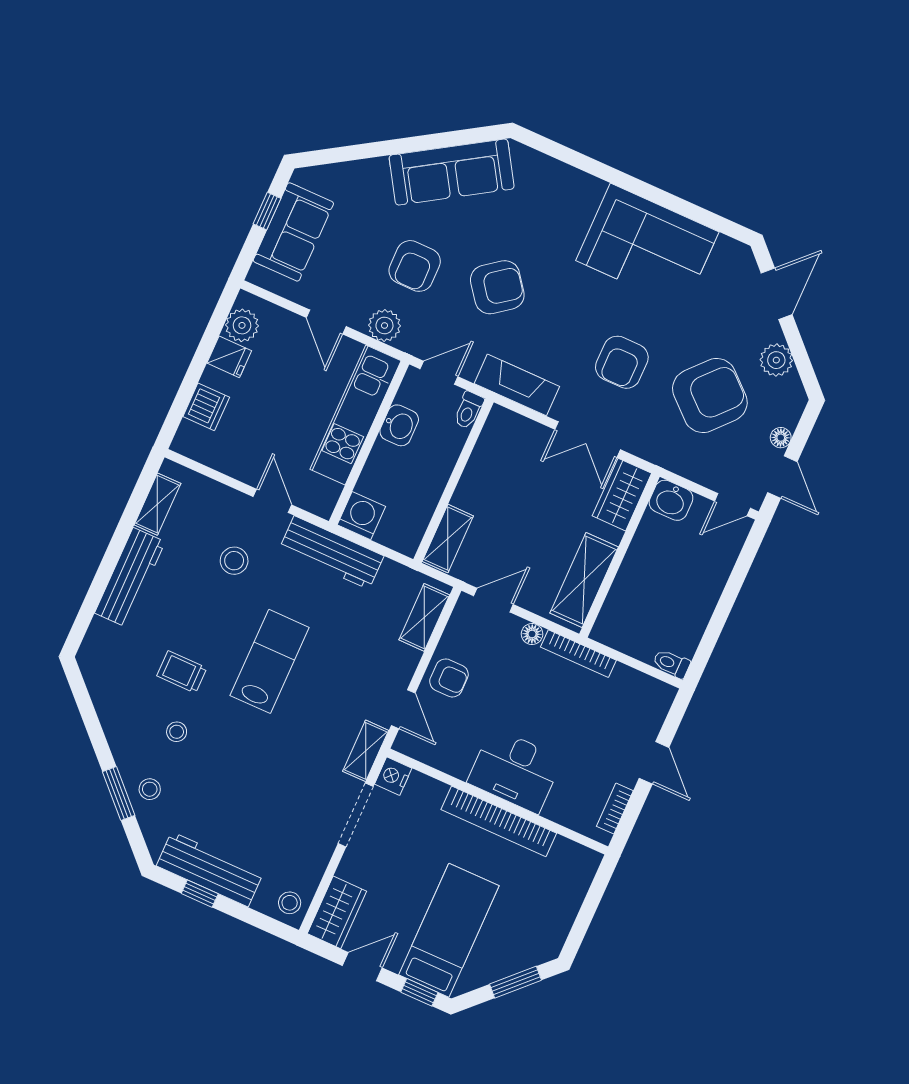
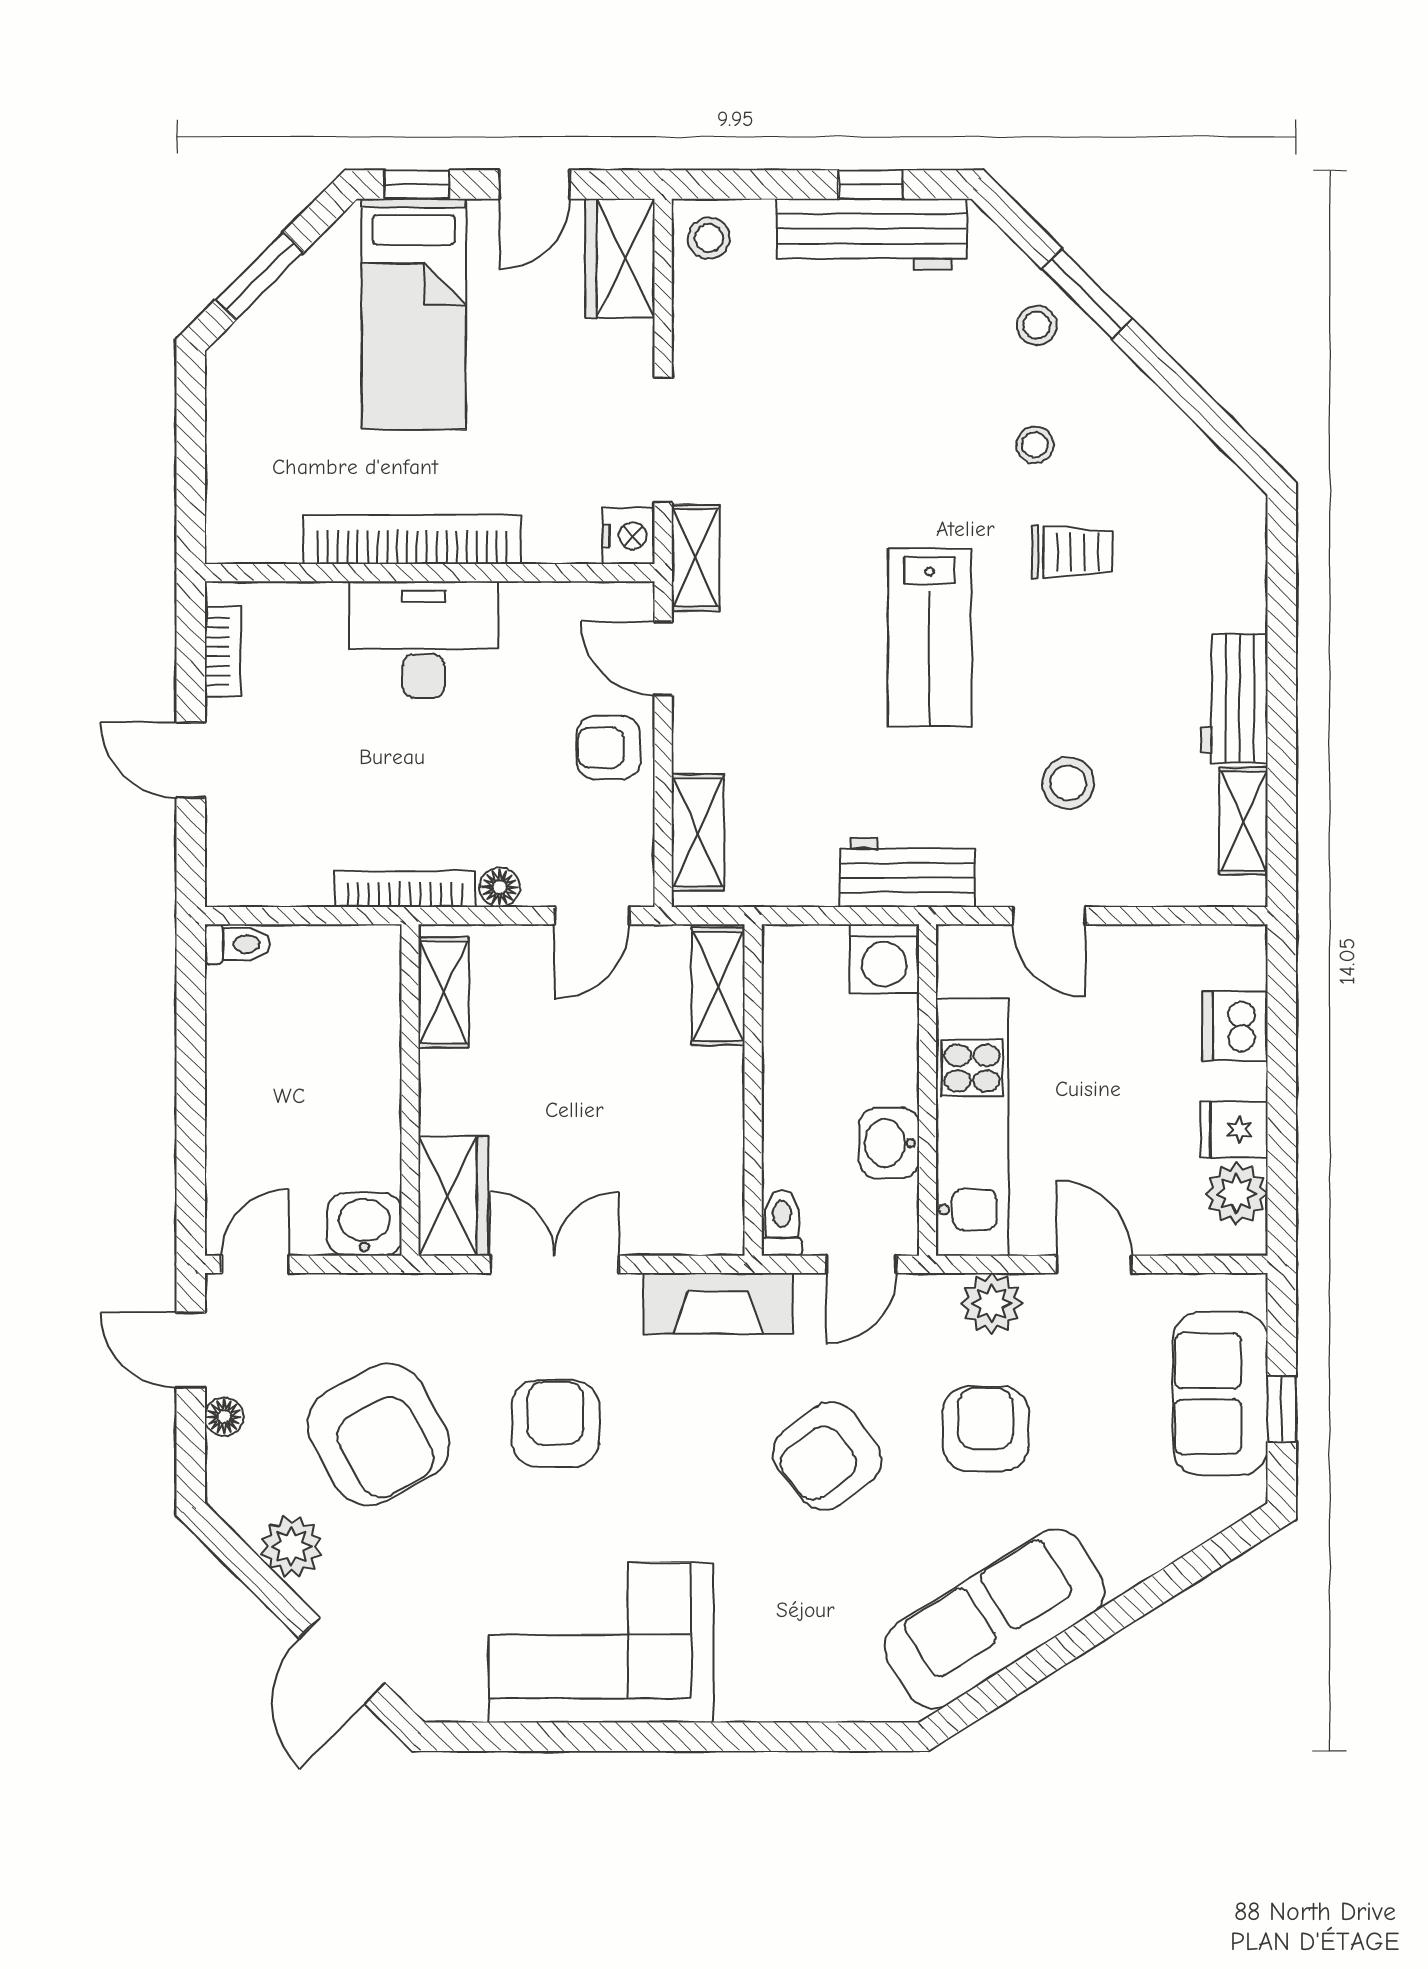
armchair: (710, 395) -> (378, 1434), turned -71
workbench: (332, 553) -> (907, 872), width x0.73
workbench: (130, 577) -> (1234, 698), width x0.73
shelving: (584, 580) -> (443, 993), width x0.67, depth x0.75

